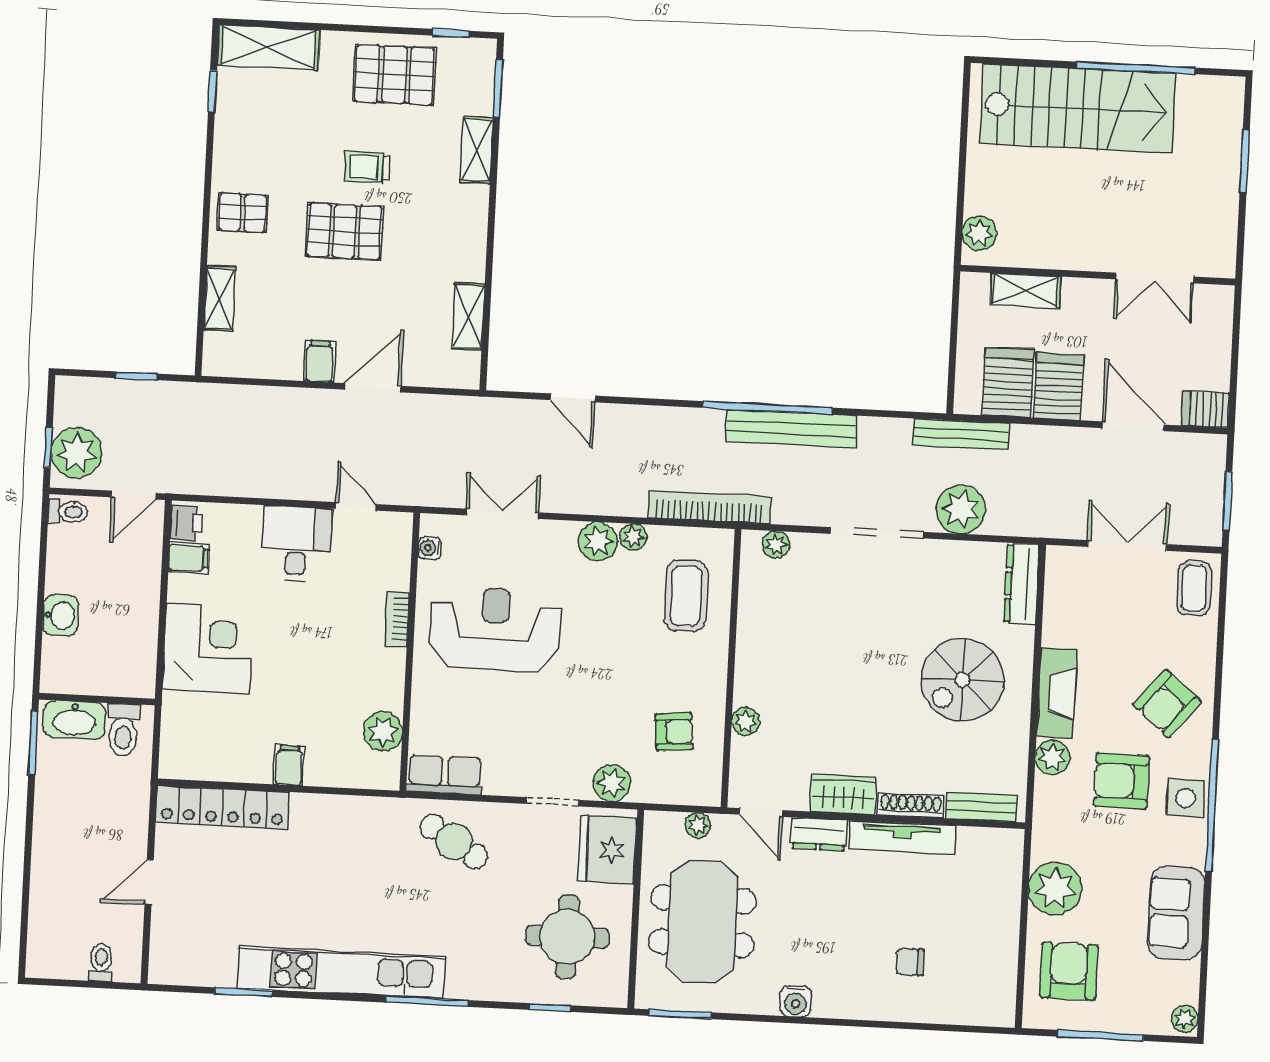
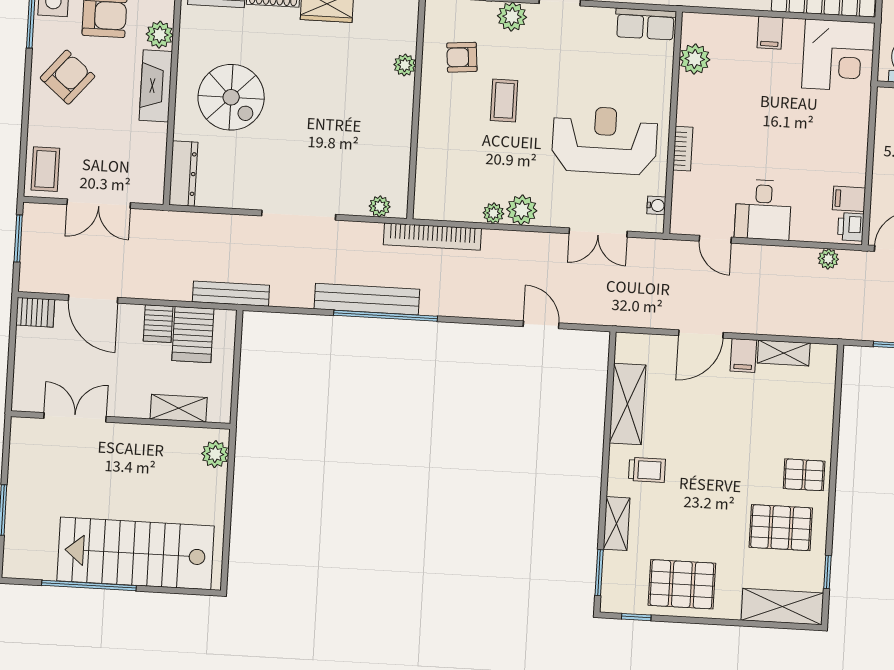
trolley: (367, 167) -> (647, 470), moved
pallet: (344, 231) -> (781, 528), moved
shelving: (220, 299) -> (784, 353), moved, turned 90
shelving: (468, 316) -> (628, 404), width x1.50, depth x1.33
server rack: (1059, 386) -> (158, 324), width x0.73, depth x0.70
plant: (961, 509) -> (828, 259), moved, width x0.53, depth x0.53
coffee table: (686, 596) -> (504, 100), moved, width x0.73, depth x0.77
reception desk: (495, 629) -> (605, 140), turned 180
corner desk: (208, 649) -> (838, 55), moved, turned -90
spiral stairs: (962, 680) -> (231, 97), turned 90

